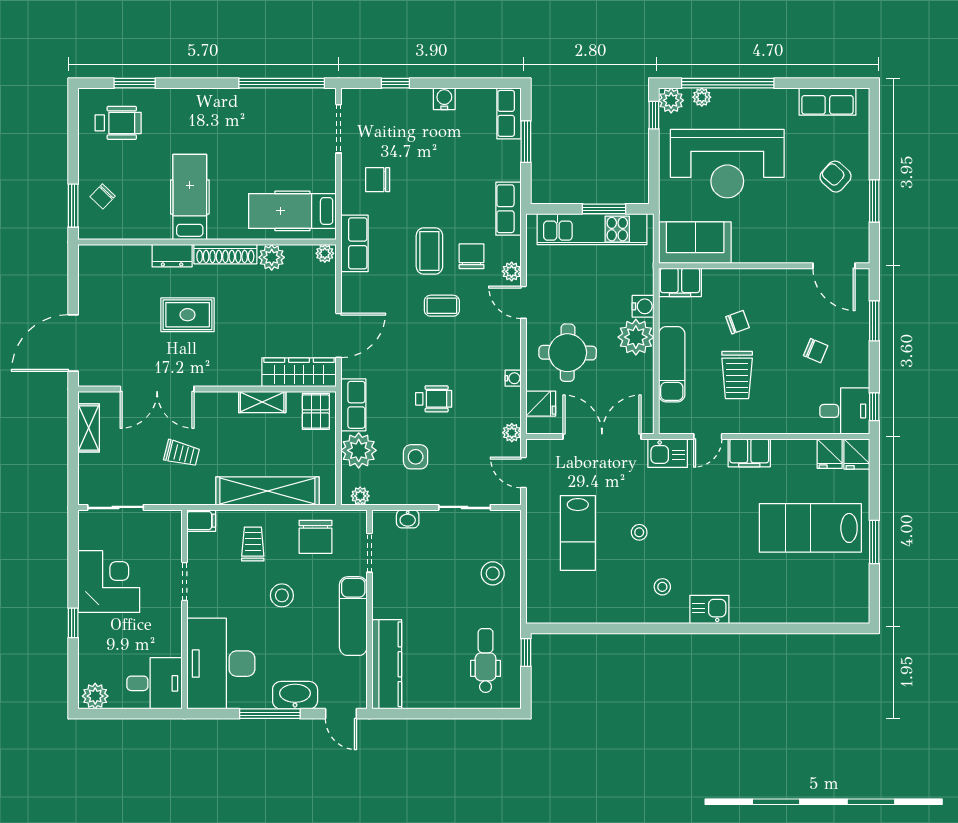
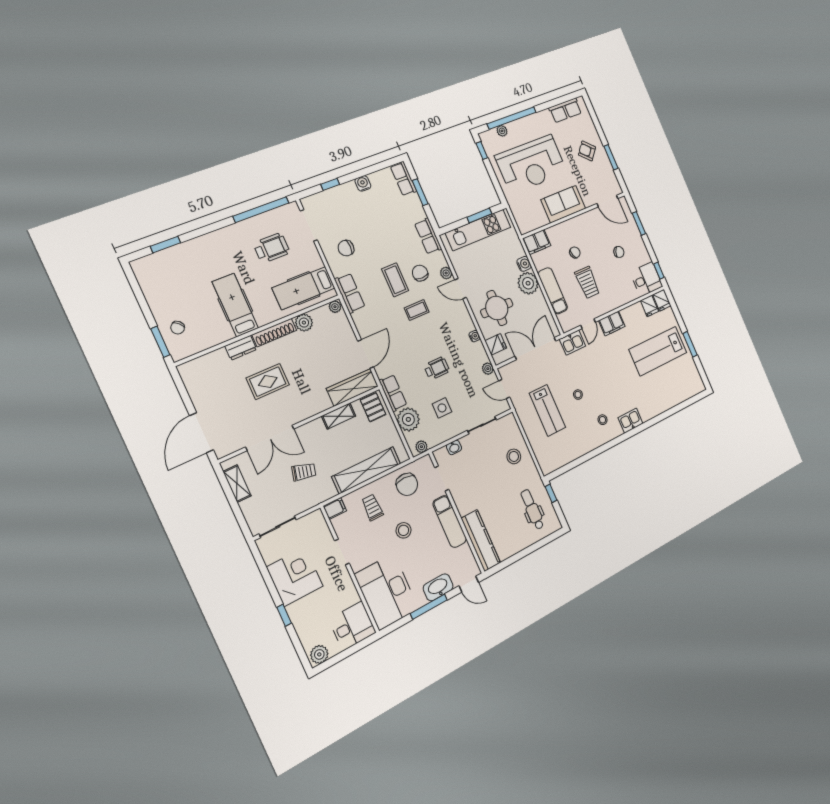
plant: (671, 100) -> (487, 139), removed
wheelchair: (118, 123) -> (272, 248), moved
sofa: (695, 243) -> (563, 204), moved

